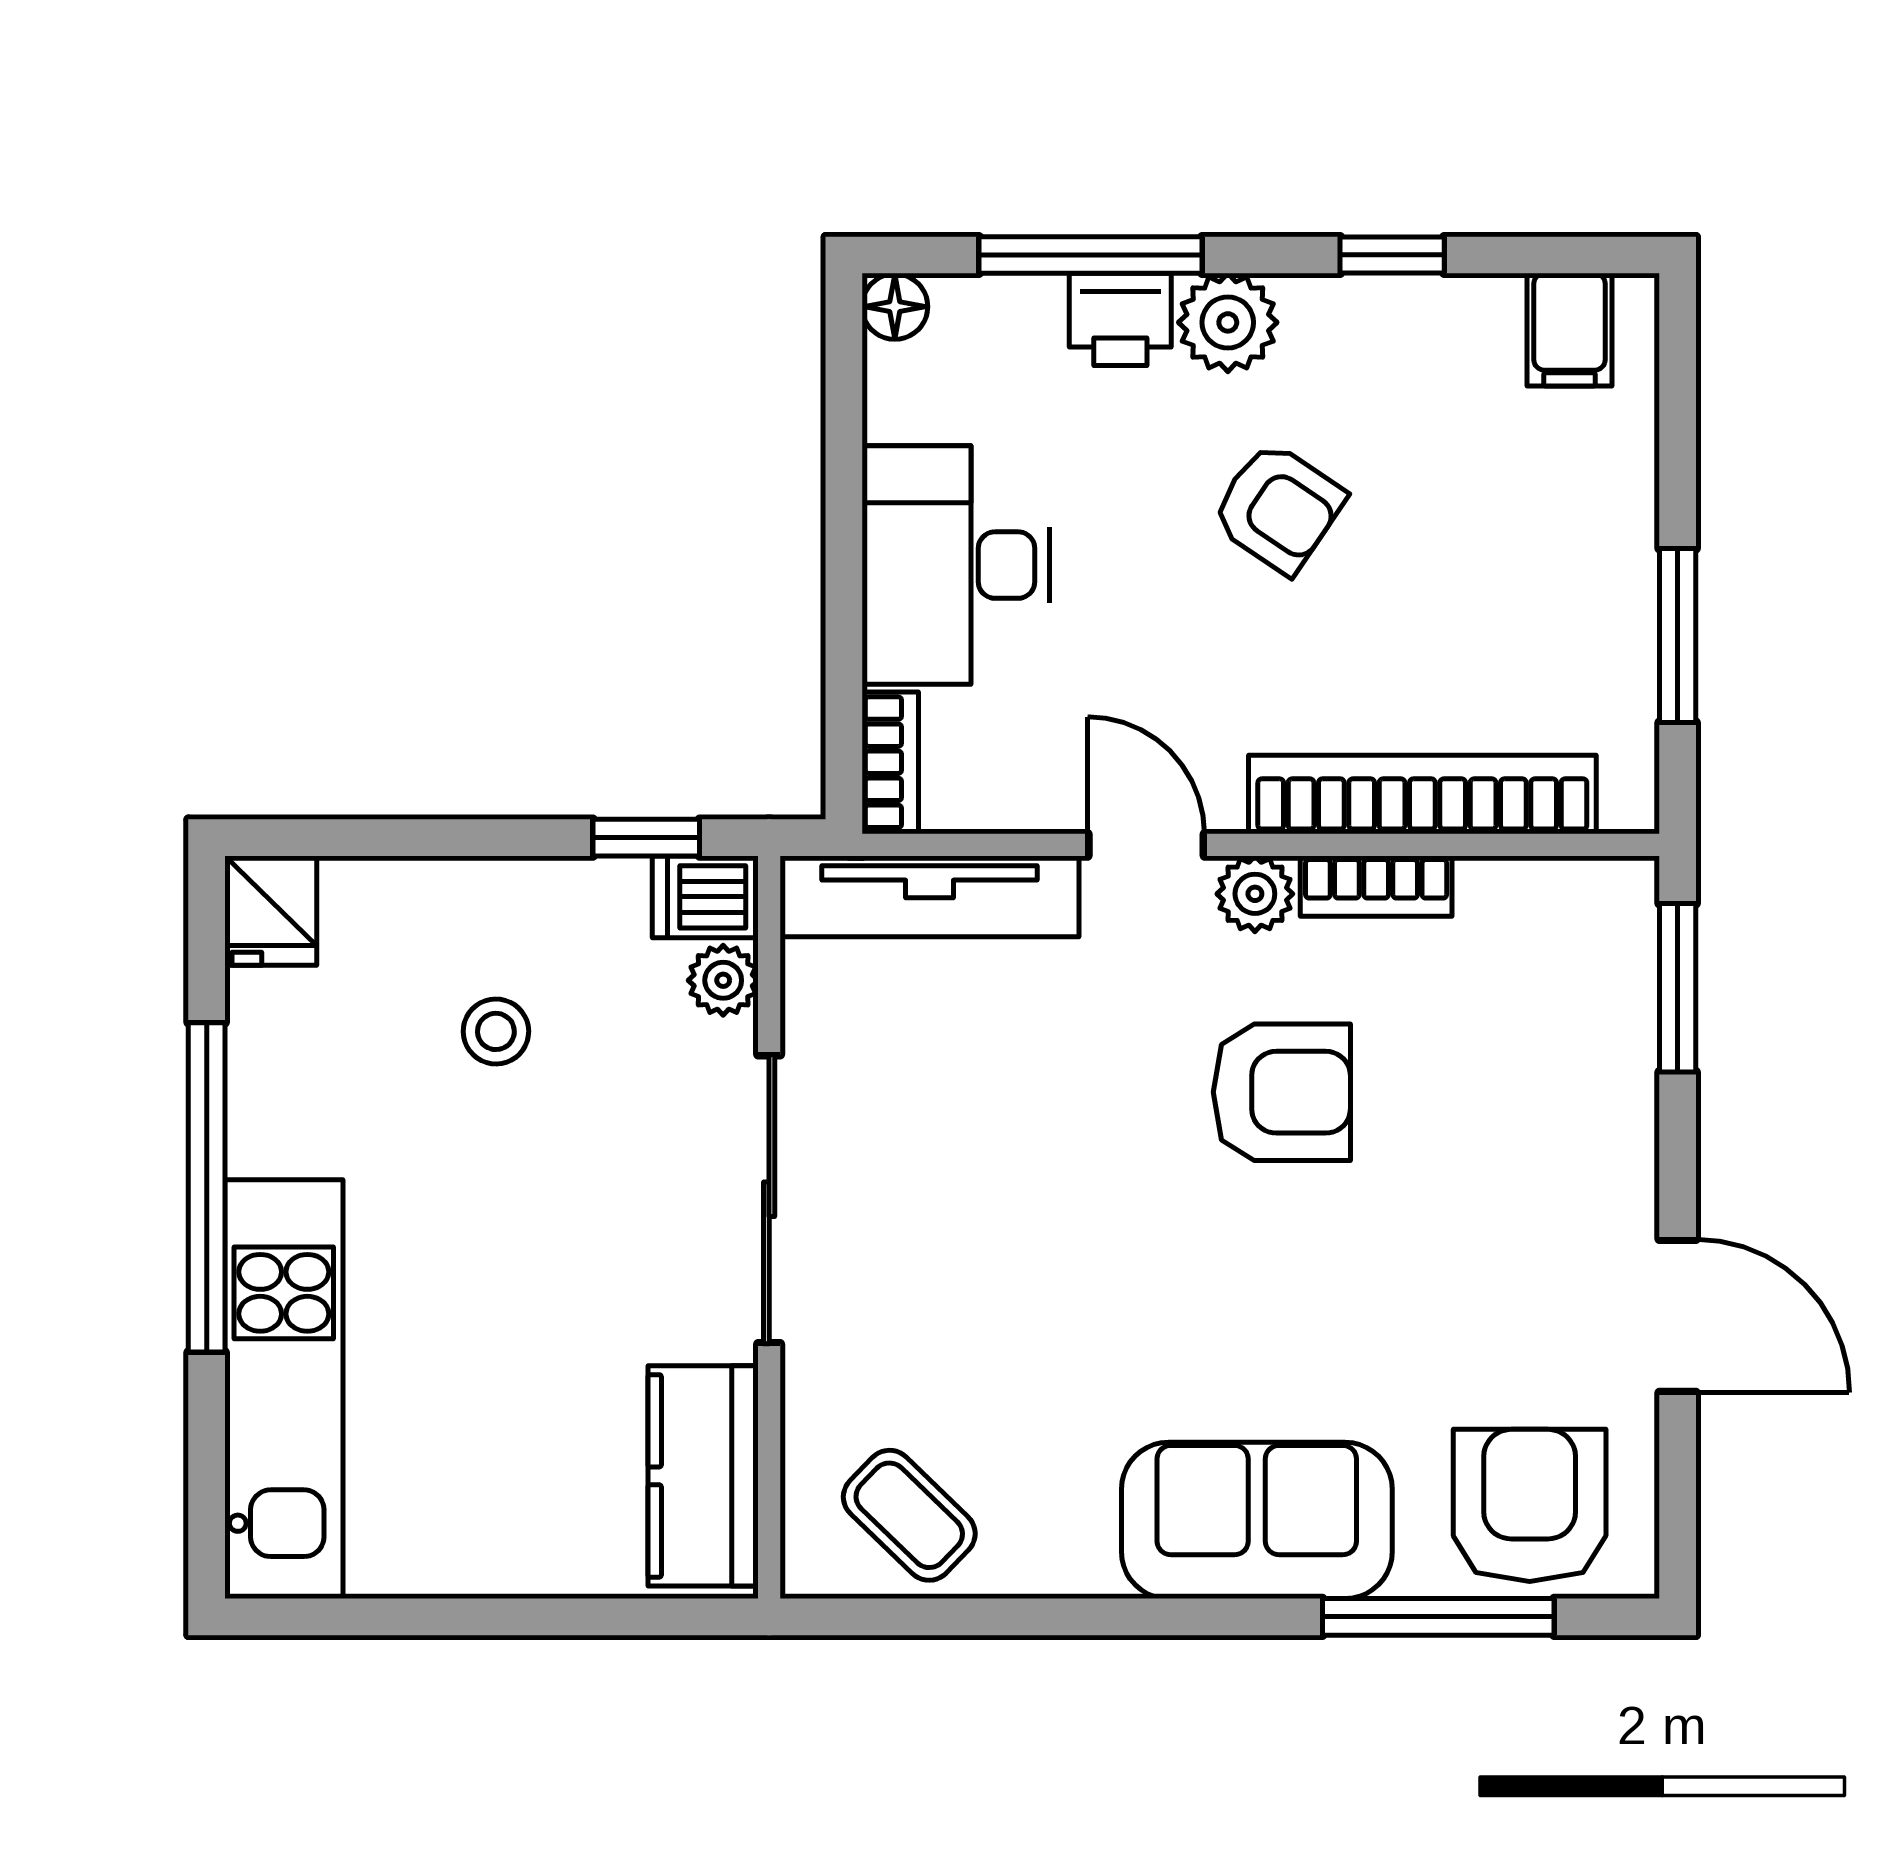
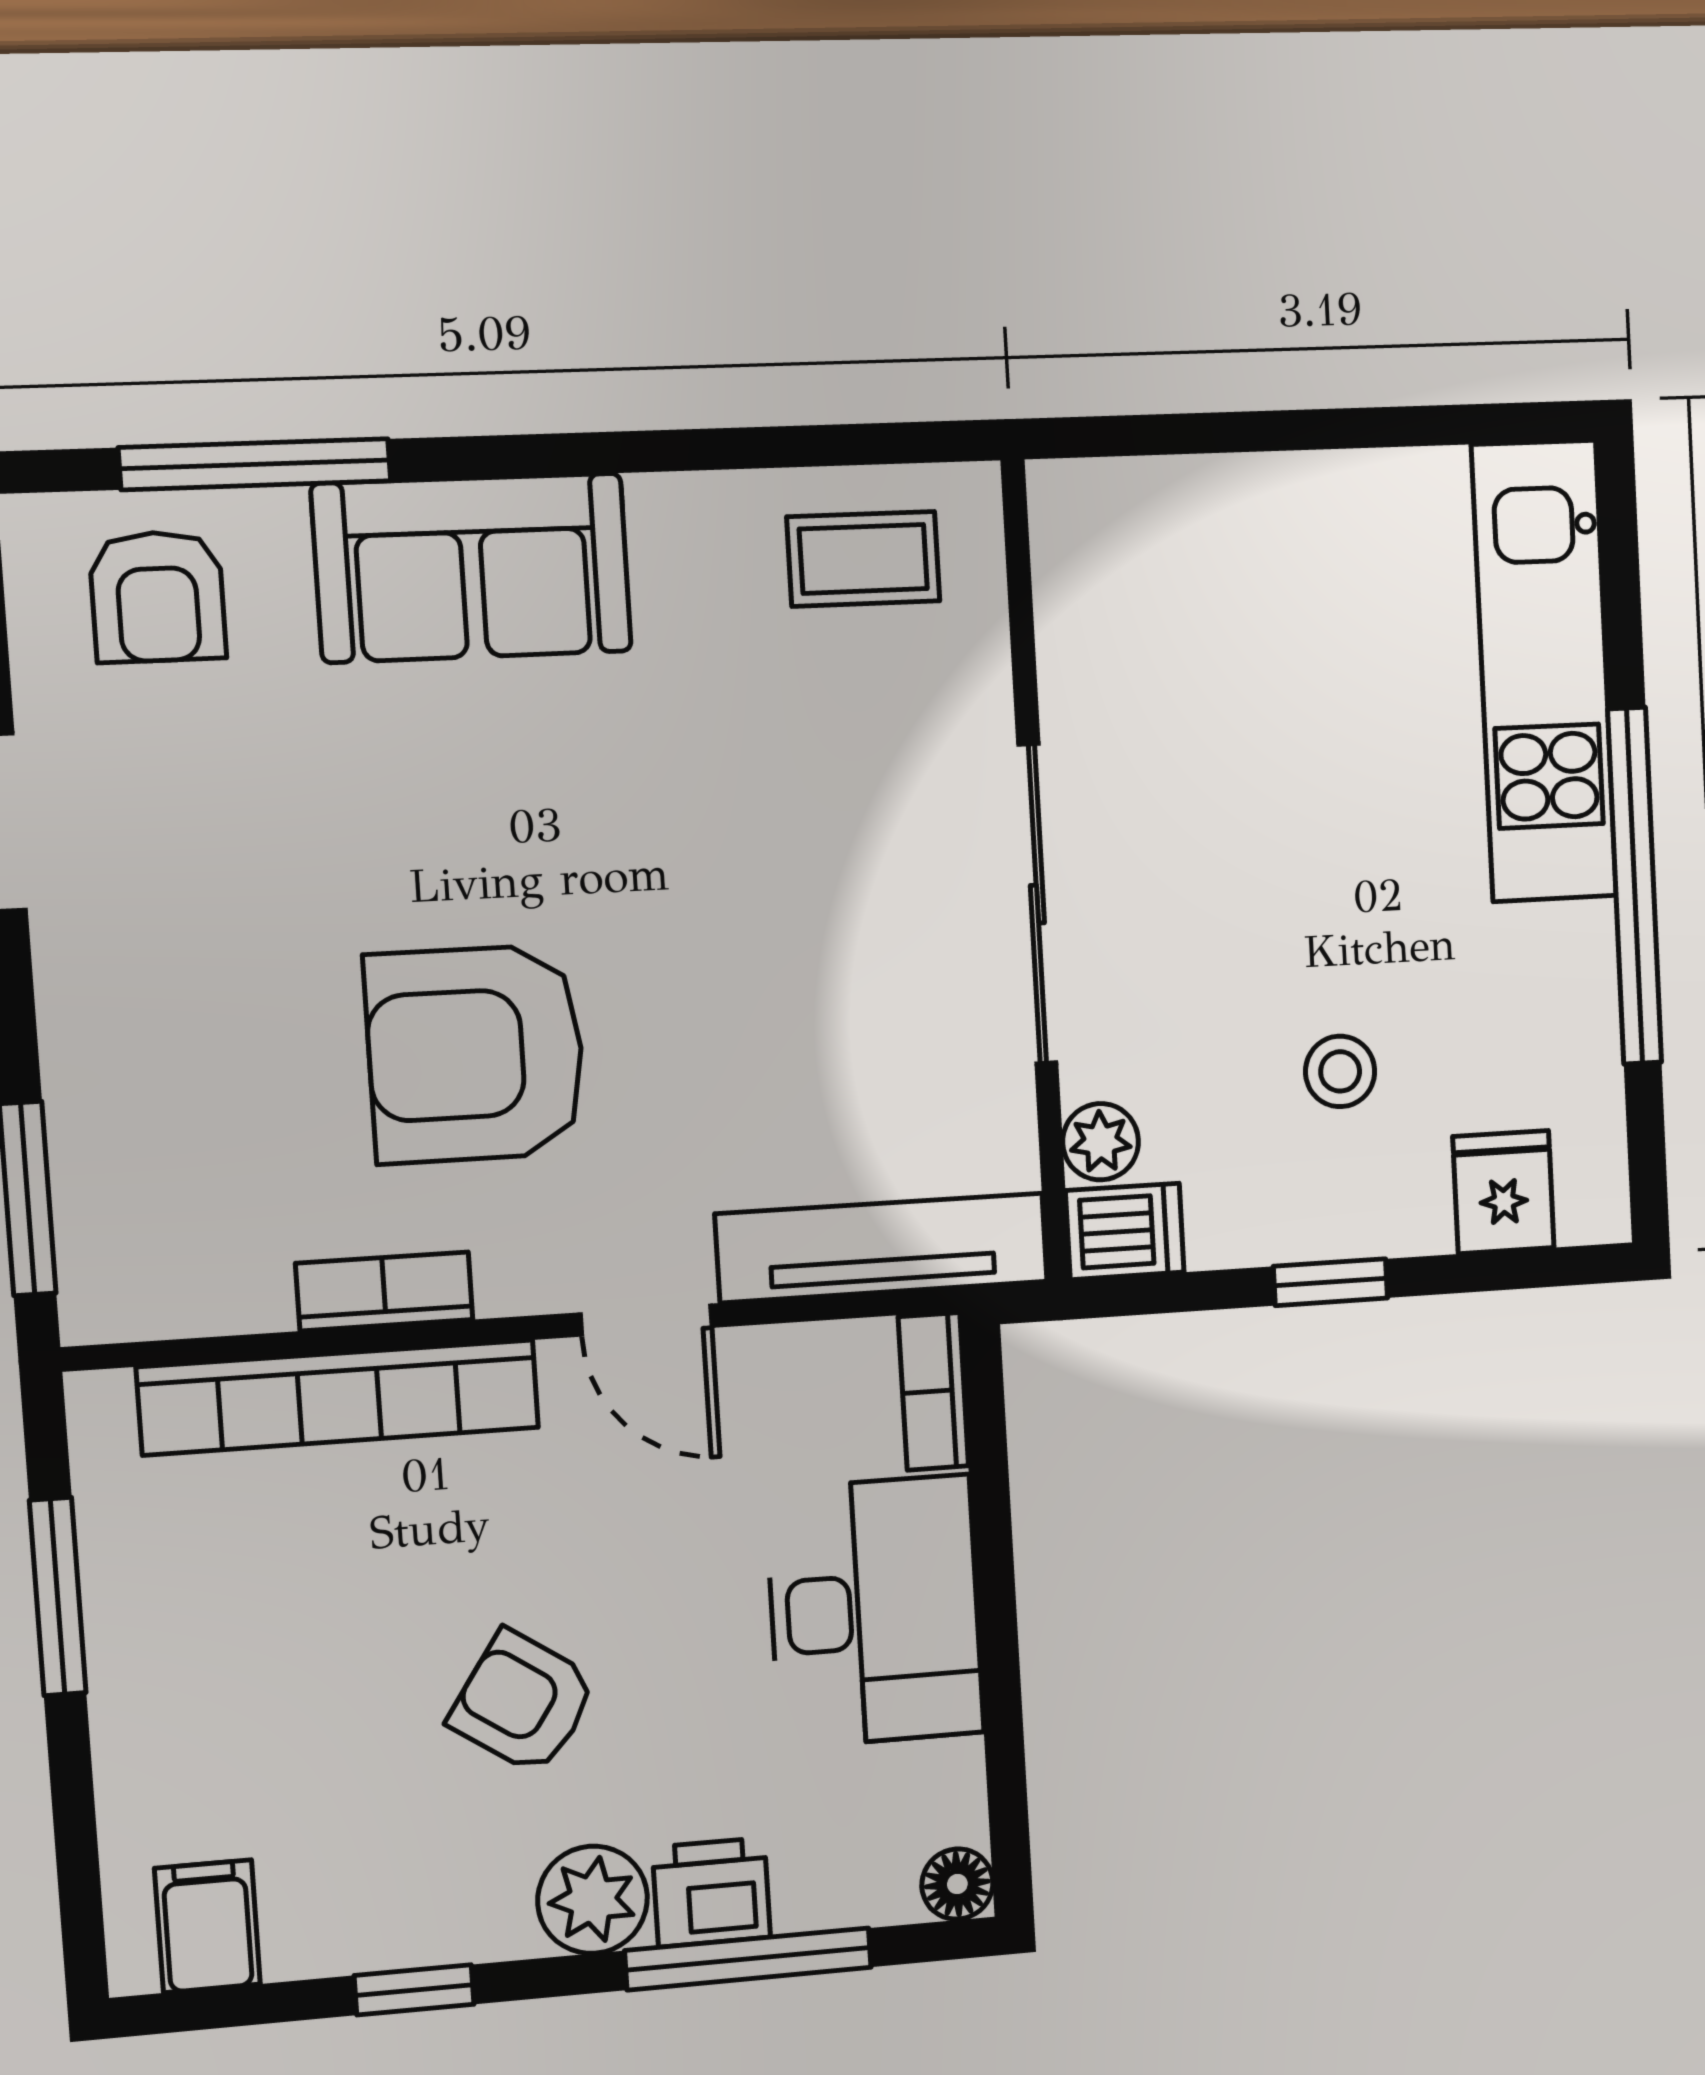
window: (646, 838) -> (1331, 1282), moved
plant: (1255, 894) -> (521, 1274), removed
fridge: (271, 911) -> (1503, 1192), moved
armchair: (1282, 1092) -> (476, 1054), width x1.36, depth x1.36
kitchen counter: (703, 1476) -> (1092, 594), removed
armchair: (1530, 1505) -> (158, 597), width x0.72, depth x0.72
coffee table: (909, 1515) -> (863, 559), turned -44

